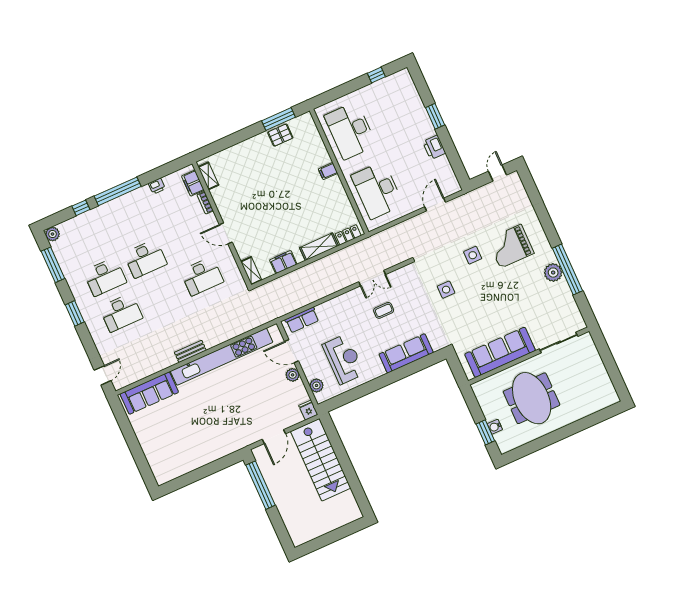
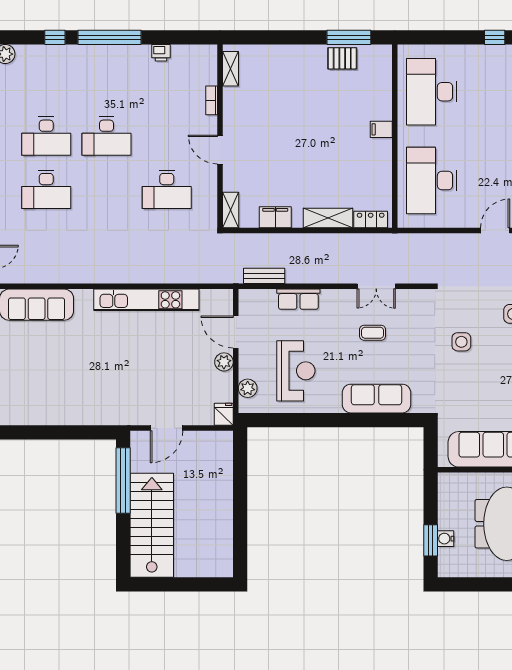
filing cabinet: (193, 183) -> (207, 69), removed
row of seats: (302, 320) -> (298, 299), moved
bench: (190, 351) -> (264, 276), moved
kitchen unit: (222, 357) -> (146, 300), width x0.73
stairs: (321, 460) -> (152, 525), moved, turned 180

